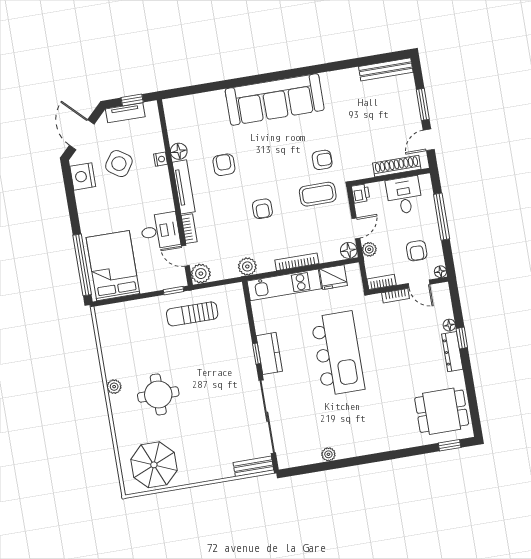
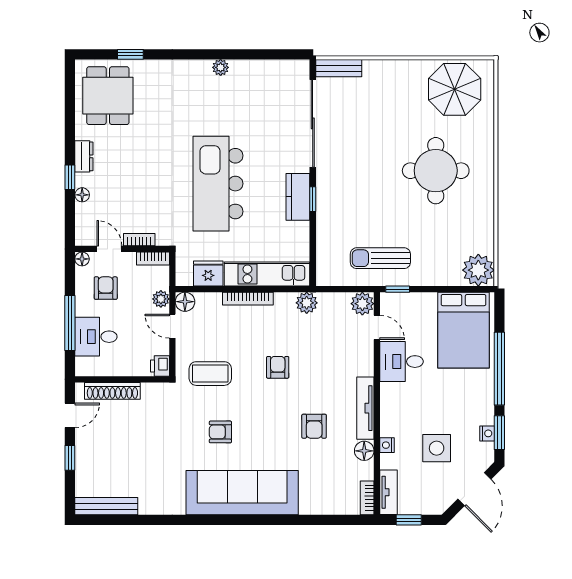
window: (423, 104) -> (70, 458), width x0.67
tv unit: (125, 113) -> (388, 492), moved, turned 90
armchair: (322, 160) -> (220, 432), moved
side table: (119, 164) -> (437, 448), turned -34
nightstand: (83, 176) -> (487, 433), width x0.53, depth x0.56
window: (69, 185) -> (499, 433), added
desk: (404, 195) -> (96, 337), moved, turned 90
door: (356, 228) -> (172, 326), hinge flipped
bookcase: (189, 229) -> (367, 498), moved
window: (82, 265) -> (499, 369), moved
sun lounger: (192, 314) -> (380, 258), turned 180
dresser: (452, 352) -> (84, 156), width x0.70
plant: (114, 387) -> (478, 270), moved, width x1.88, depth x1.88
round table: (158, 394) -> (436, 171), width x1.36, depth x1.36
dining table: (442, 411) -> (108, 96), turned 90
window: (450, 445) -> (130, 54), moved
plant: (328, 454) -> (221, 67), moved

